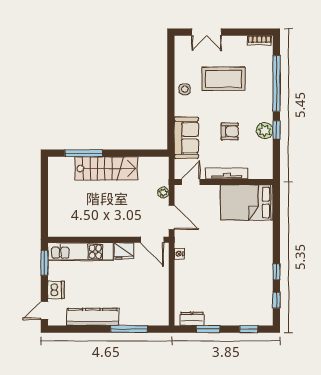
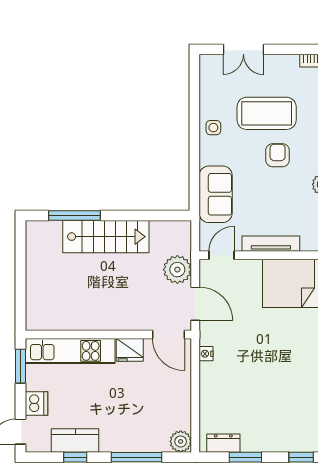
armchair: (230, 131) -> (278, 155), moved, turned -90
plant: (163, 192) -> (177, 270), width x1.87, depth x1.87
kitchen counter: (93, 317) -> (75, 440), width x0.67
plant: (161, 318) -> (181, 441), added
window: (84, 329) -> (75, 457), added

